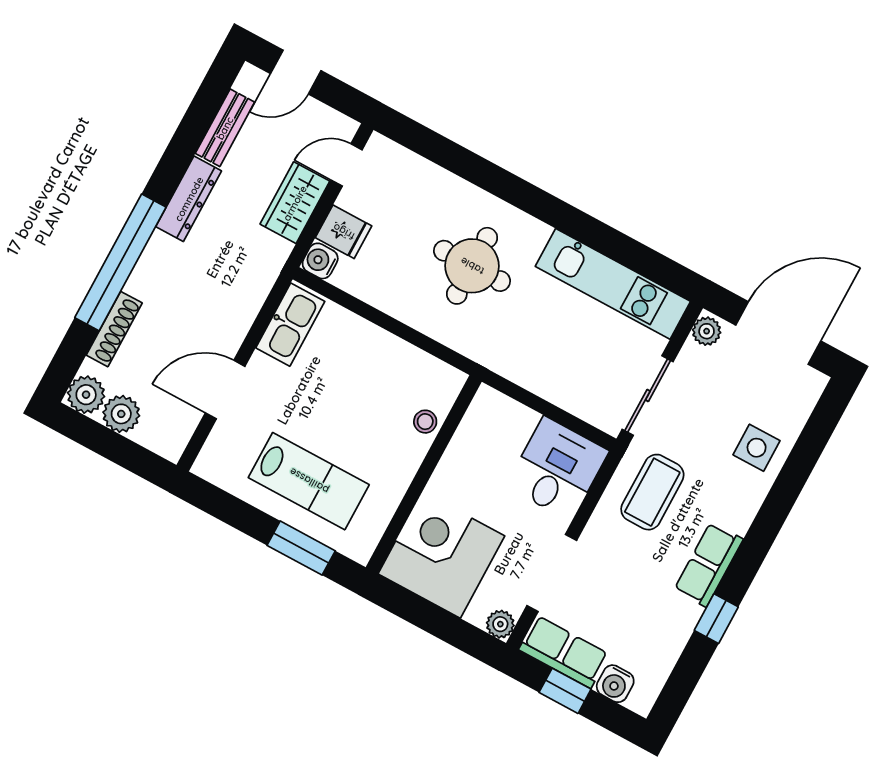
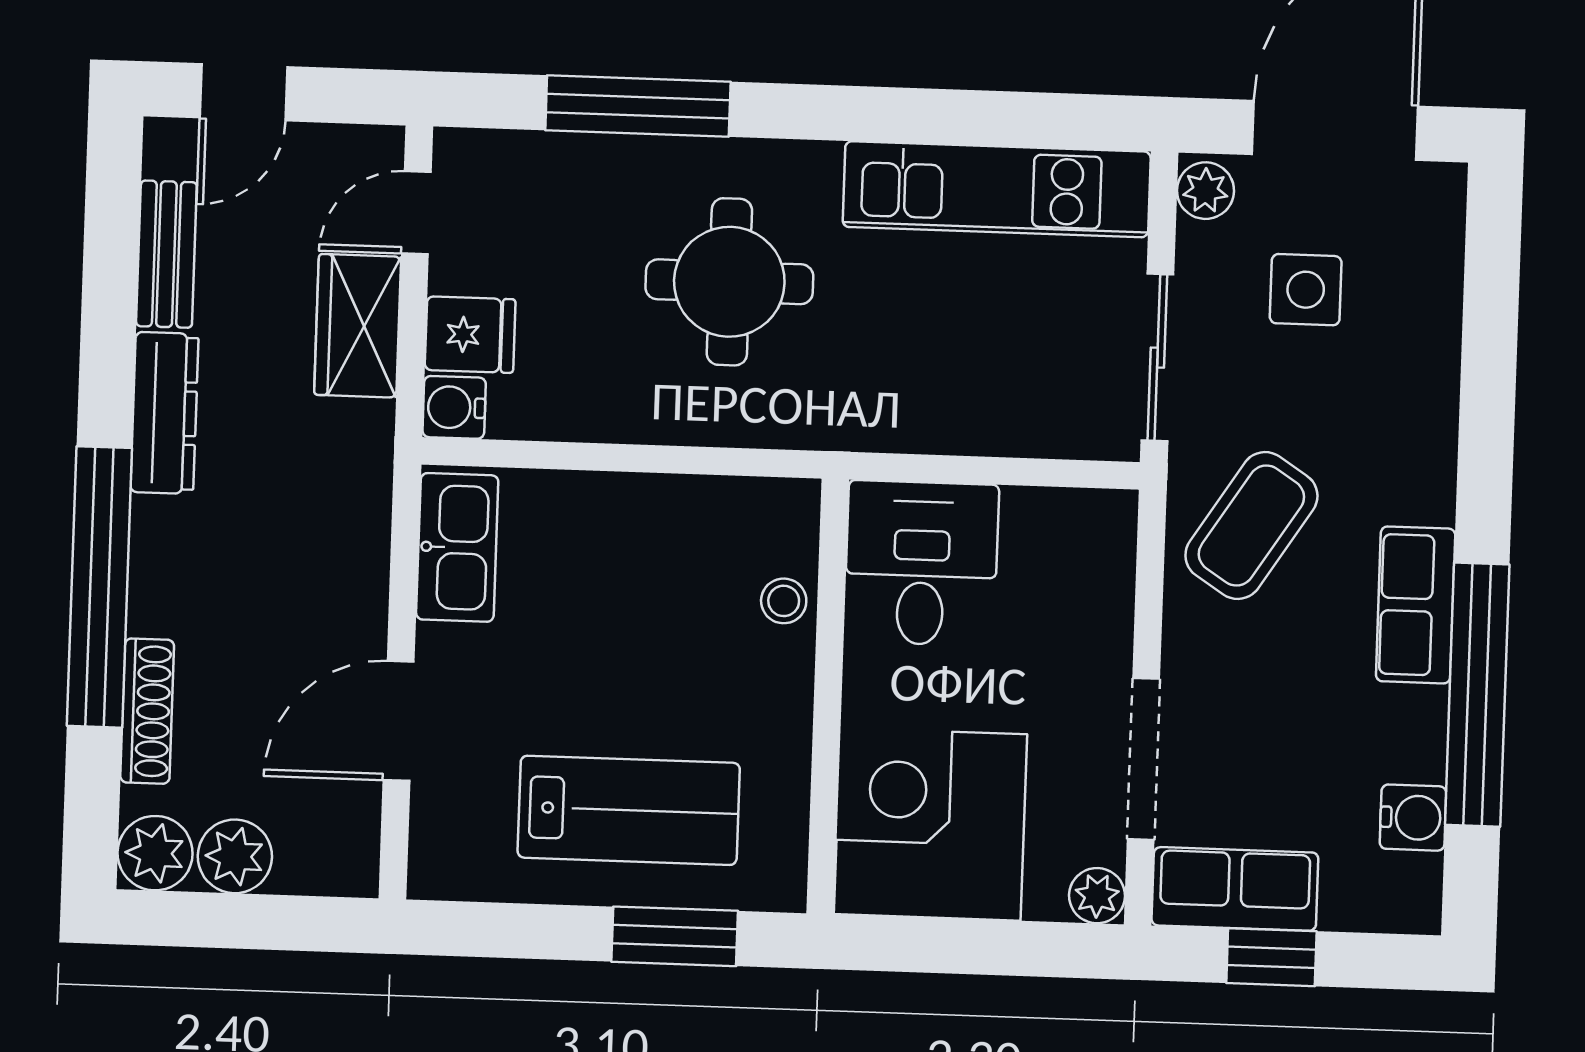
window: (470, 166) -> (638, 106), added
side table: (757, 448) -> (1306, 290), moved
desk: (557, 469) -> (921, 563), moved
coffee table: (652, 492) -> (1251, 526), turned 33
window: (716, 619) -> (1477, 695), width x3.17
water cooler: (615, 684) -> (1413, 818), moved, turned -90

